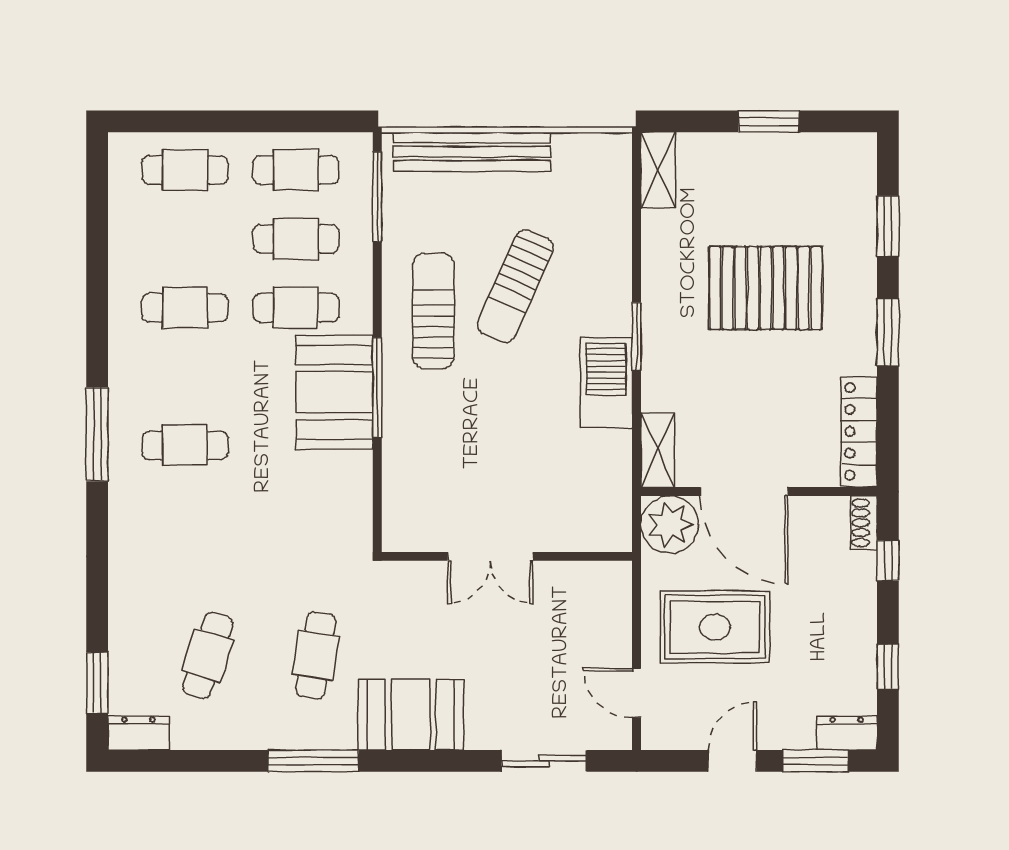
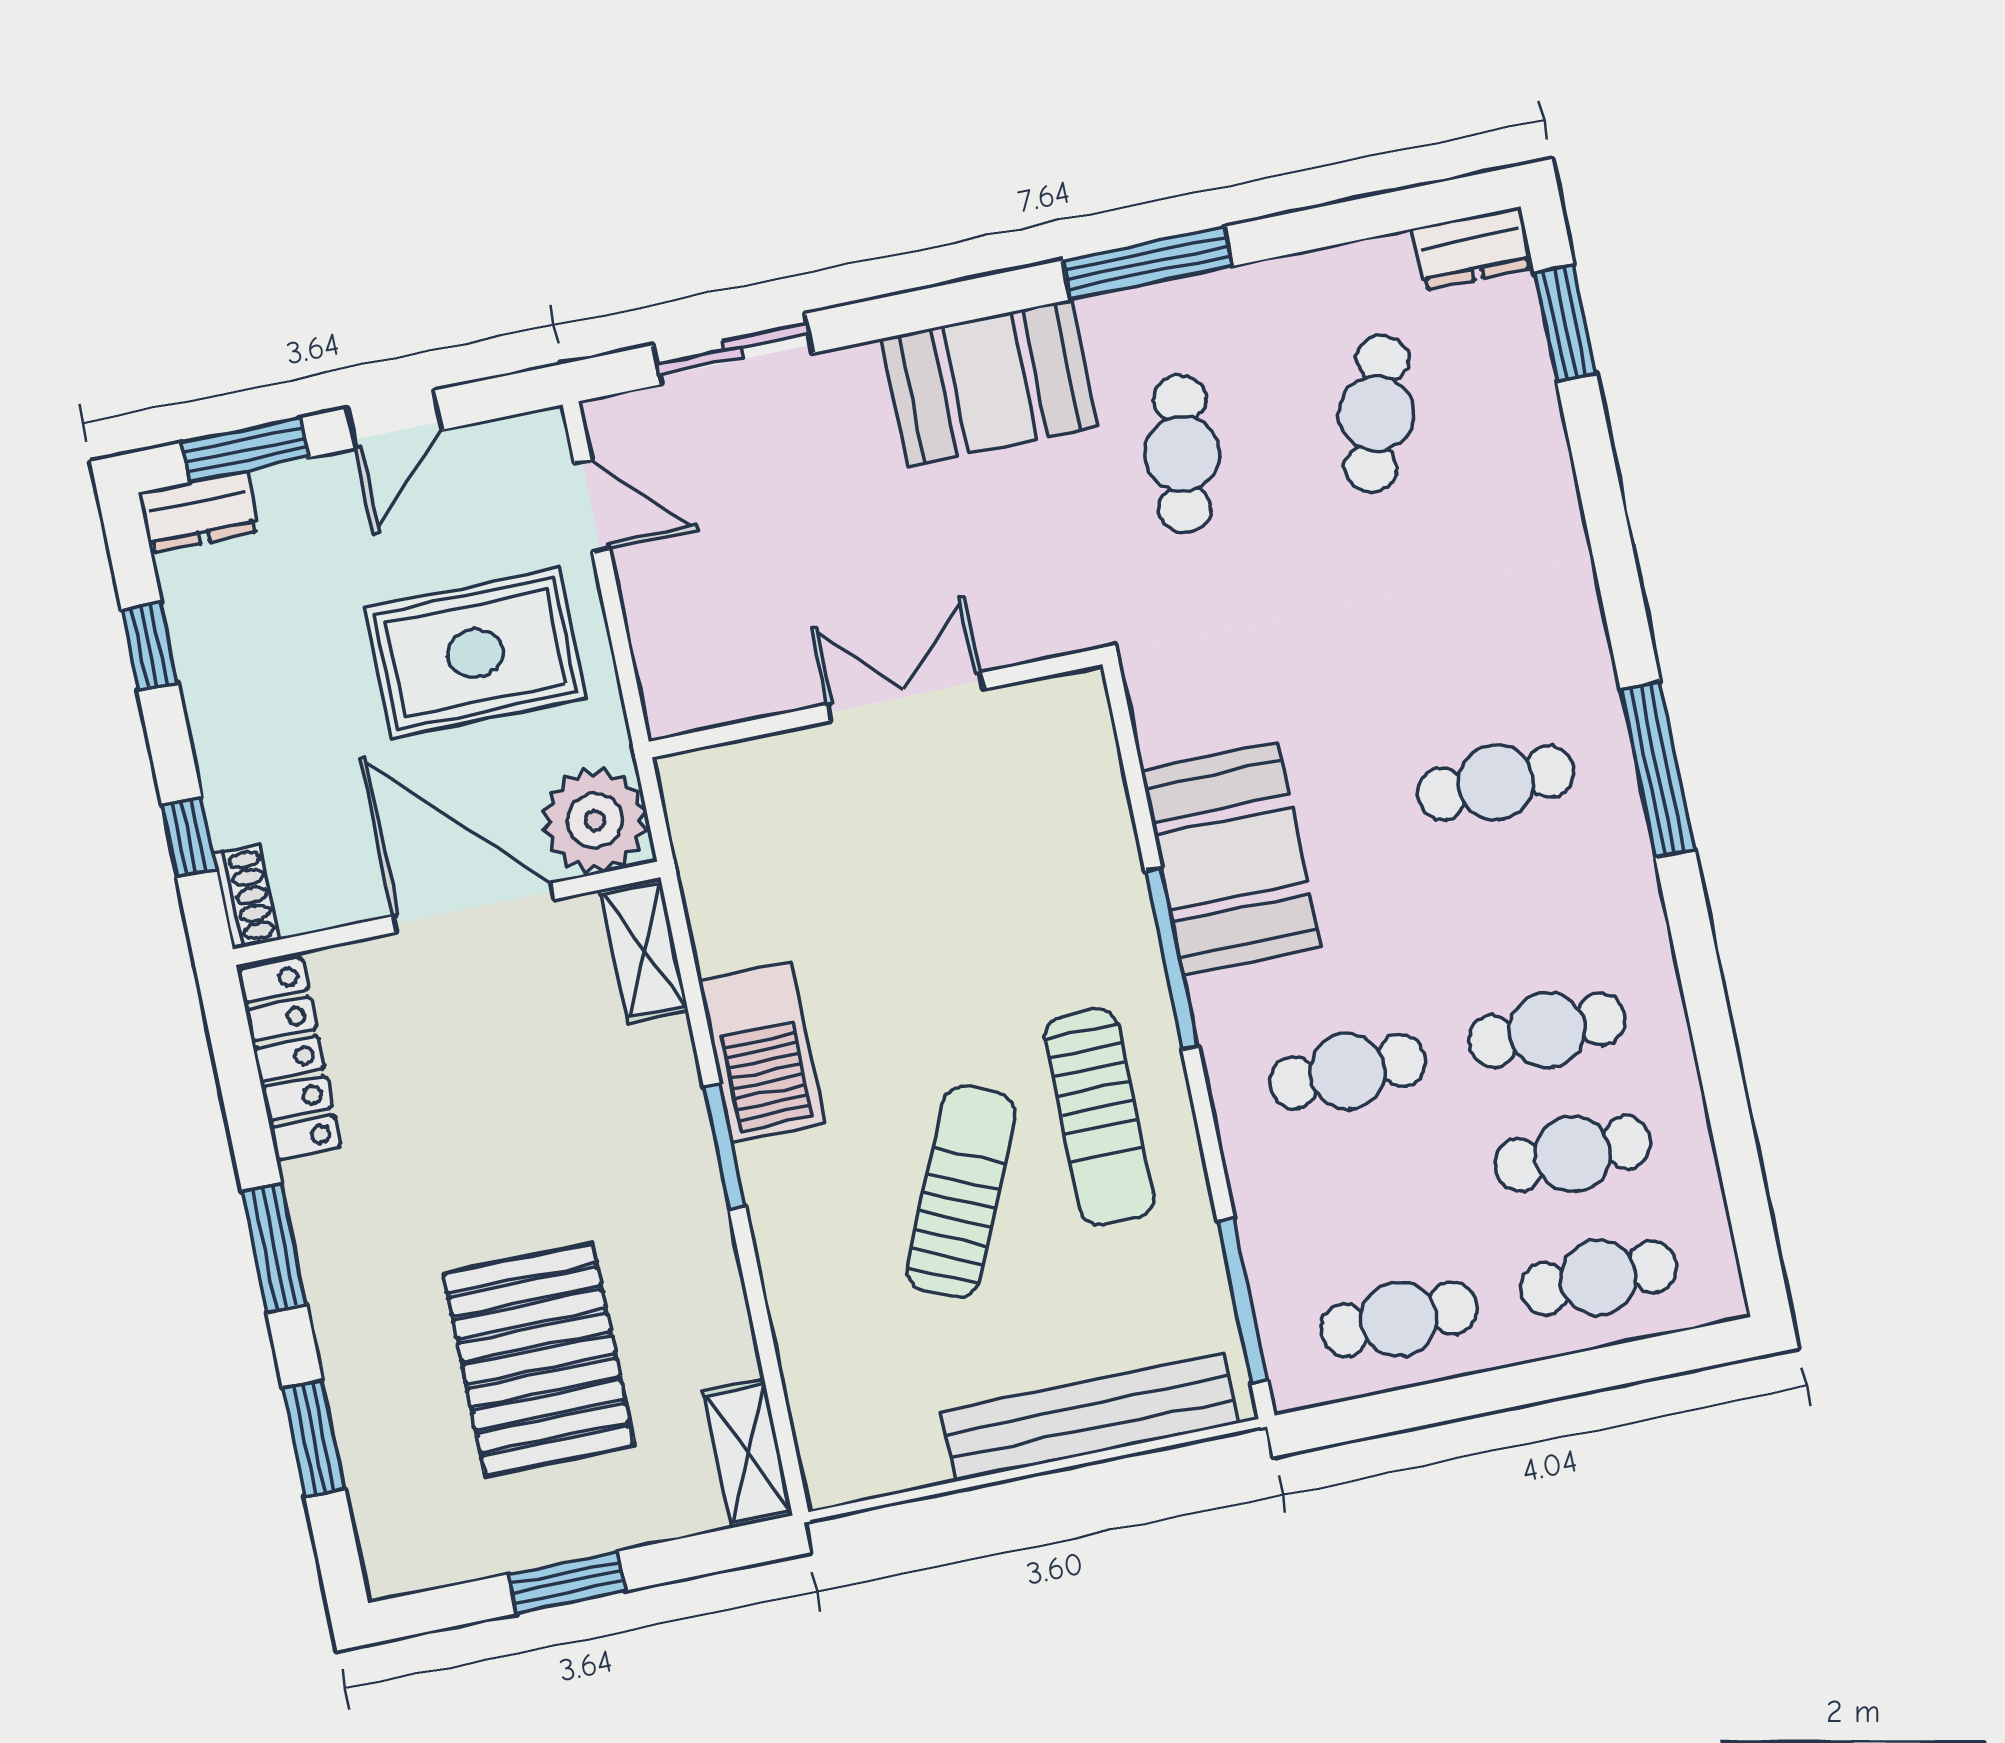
cafe table: (296, 239) -> (1573, 1154), moved
pallet: (766, 288) -> (539, 1360), moved, turned 90
booth: (335, 392) -> (1231, 859), moved

